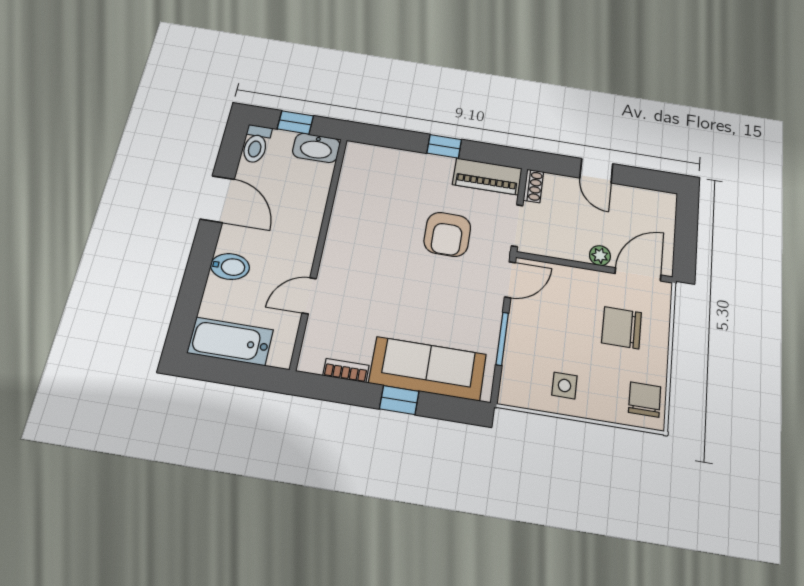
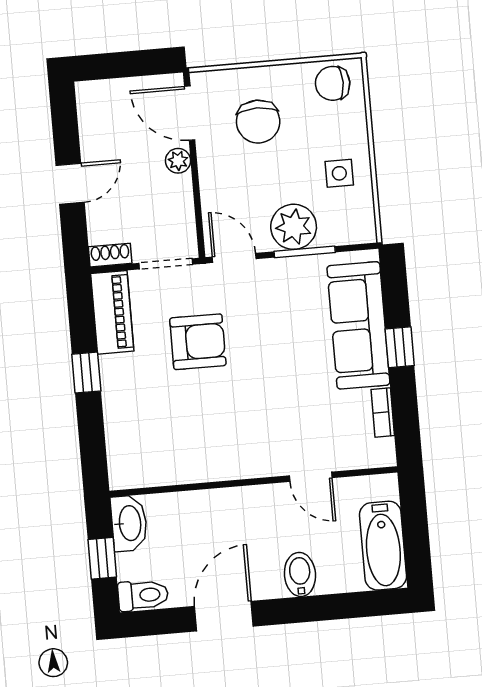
plant: (526, 335) -> (294, 227), added

